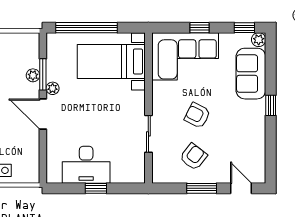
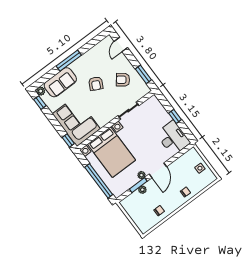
window: (199, 28) -> (68, 140), moved
bed with nightstands: (111, 61) -> (111, 152), width x1.36
window: (271, 105) -> (69, 61), width x2.17
armchair: (197, 115) -> (96, 84), moved
desk: (86, 165) -> (173, 138), moved
window: (202, 188) -> (143, 74), moved

